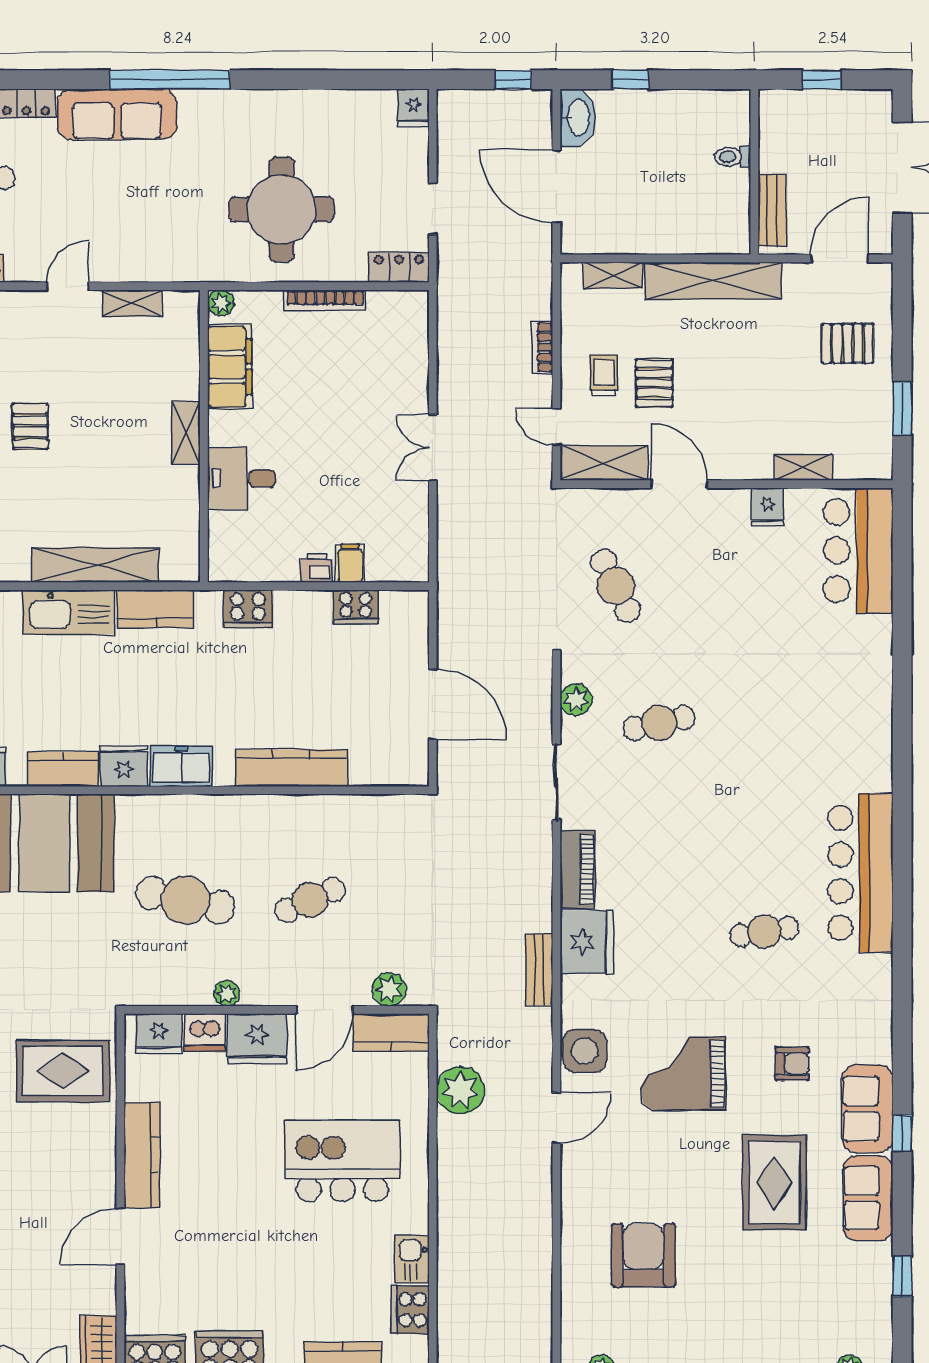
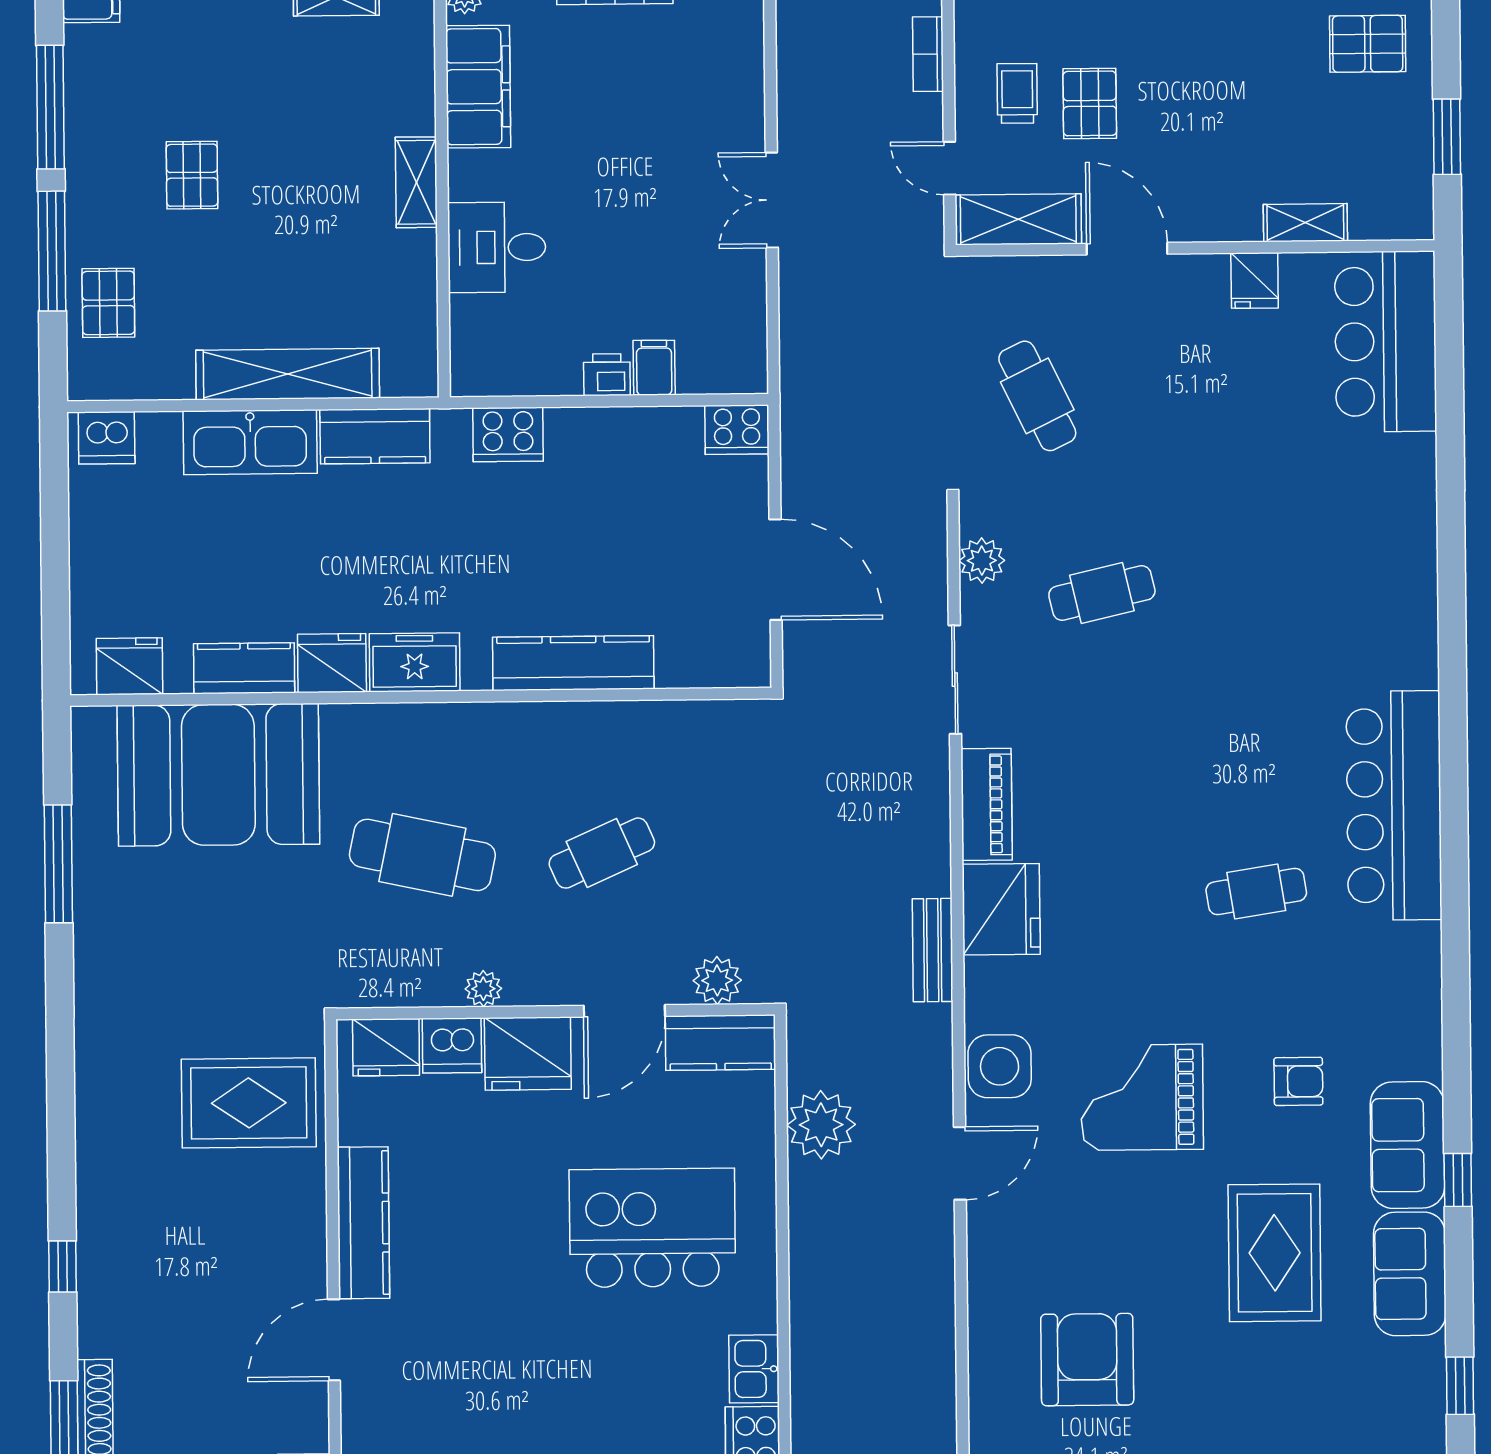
cooker: (356, 607) -> (737, 430), moved

